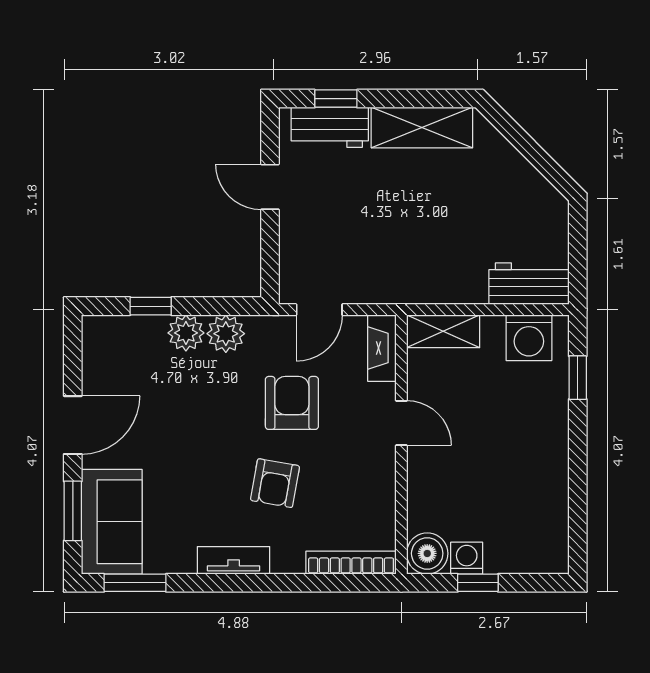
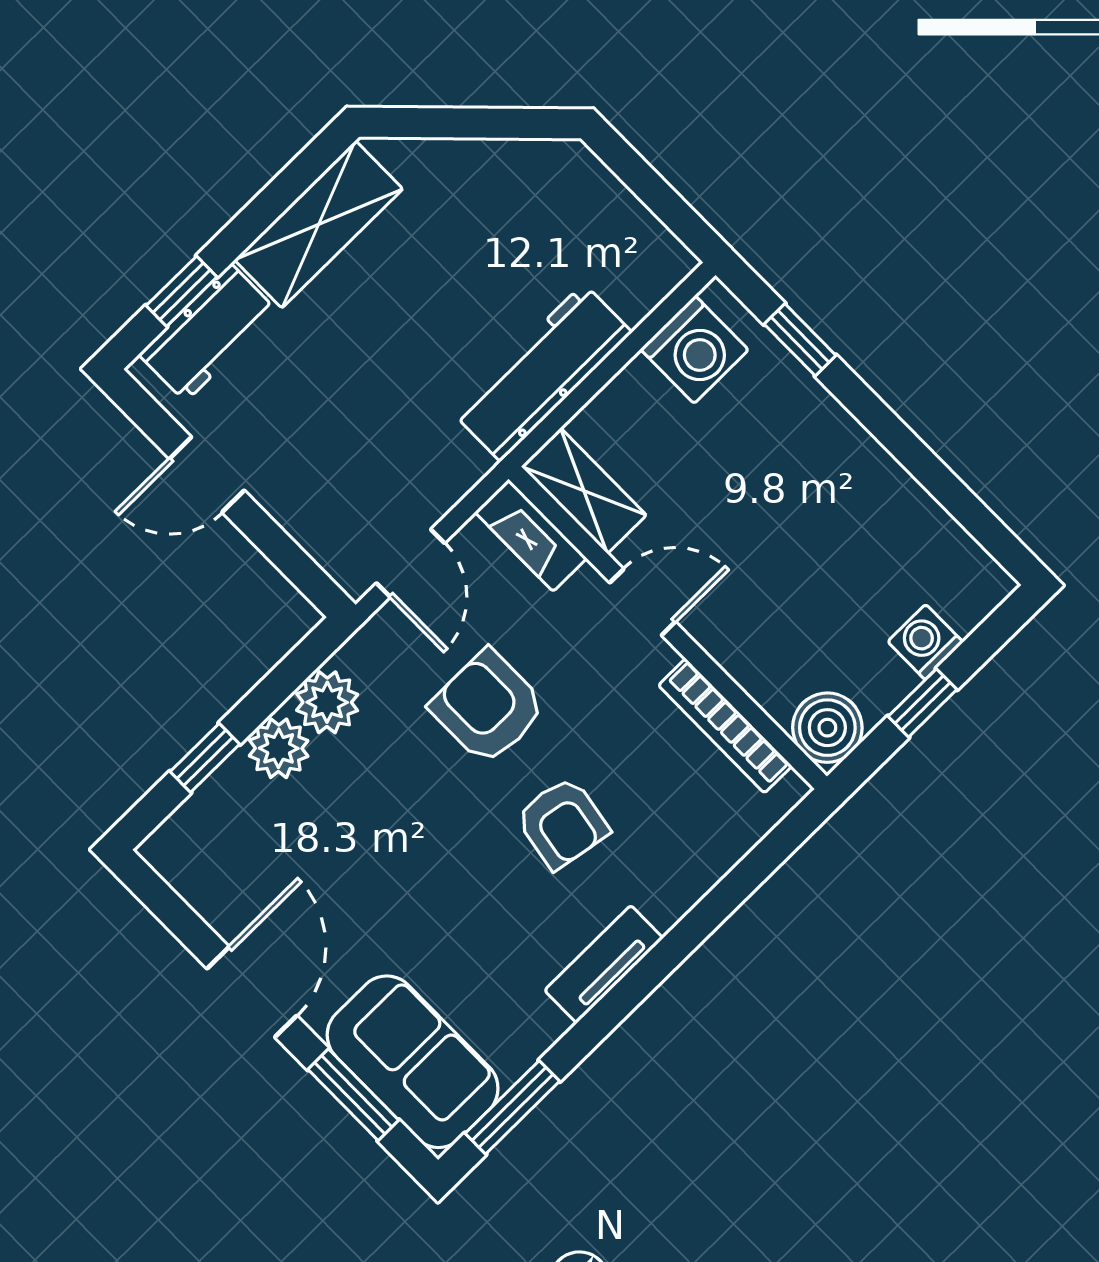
workbench: (529, 284) -> (542, 372), moved, width x1.37
shelving: (443, 331) -> (584, 491), moved, turned 90
washing machine: (467, 558) -> (925, 642), moved
bookcase: (351, 563) -> (725, 726), moved, turned -90

